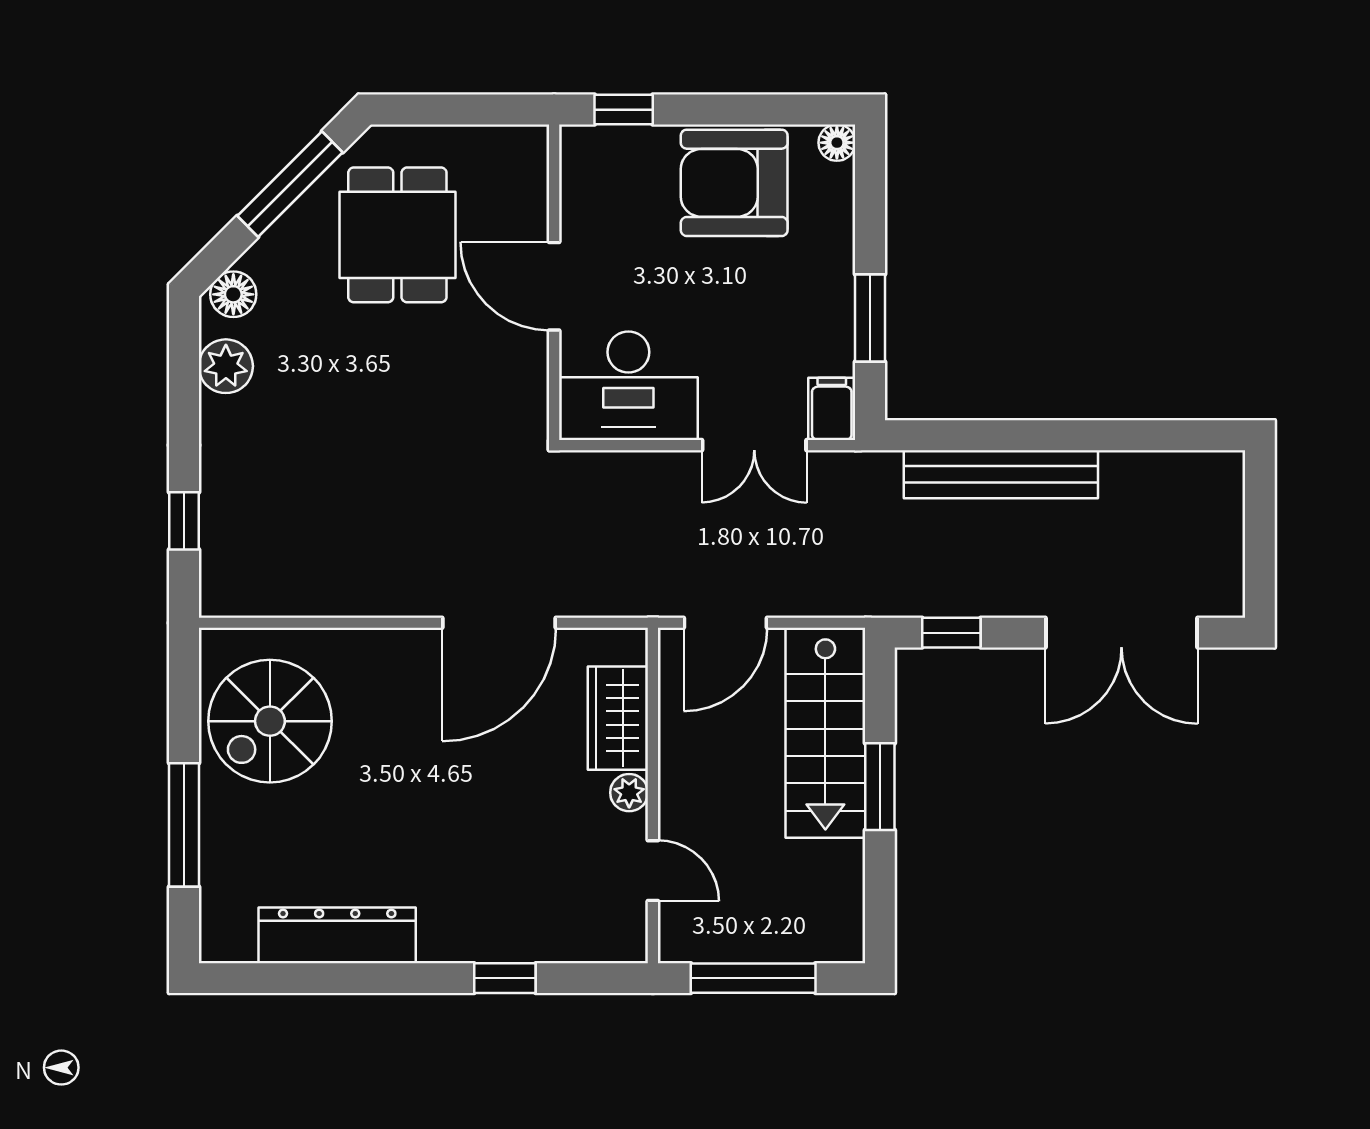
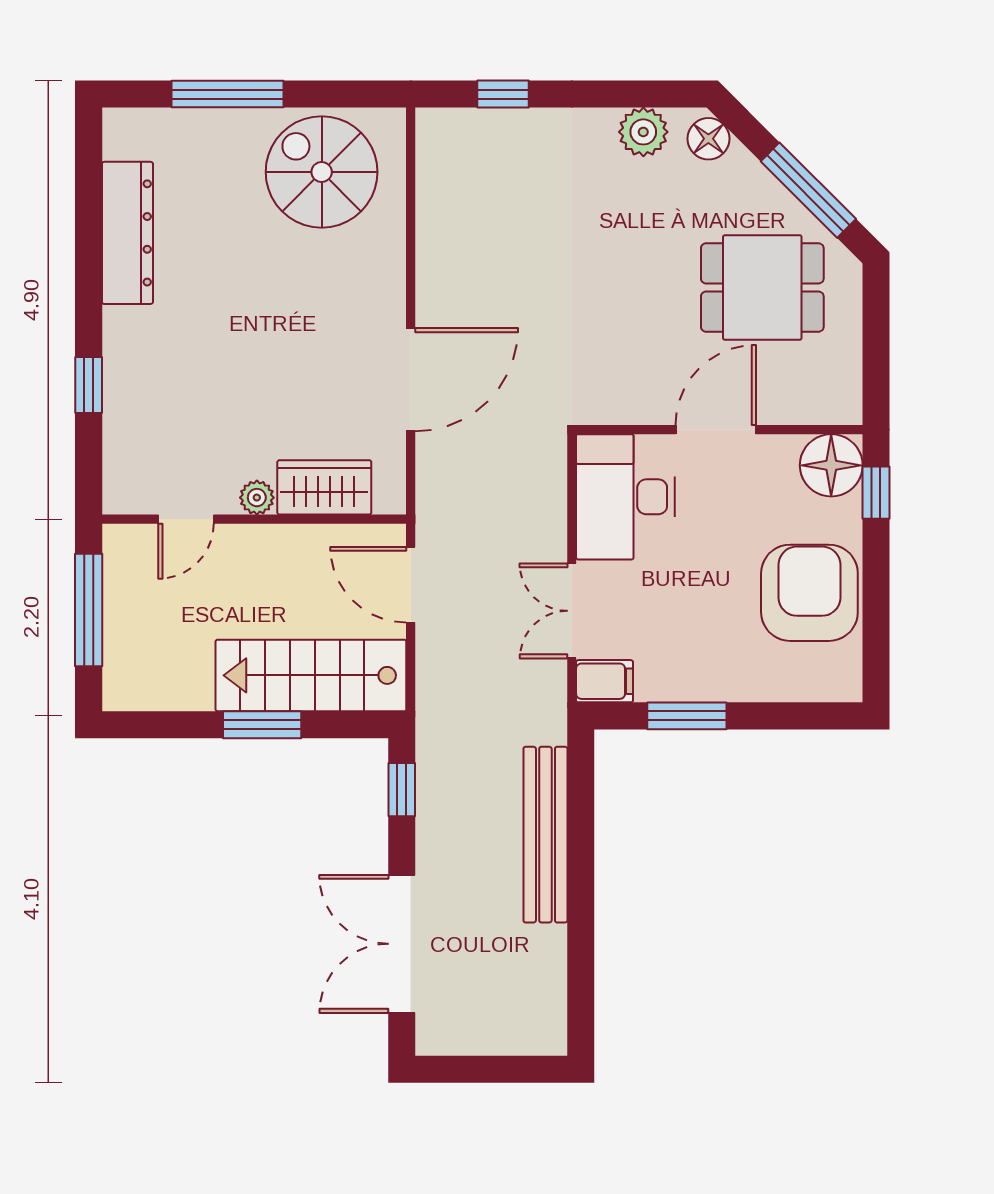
floor lamp: (837, 143) -> (831, 465), moved, width x1.89, depth x1.89
door: (499, 623) -> (411, 380), swing flipped

